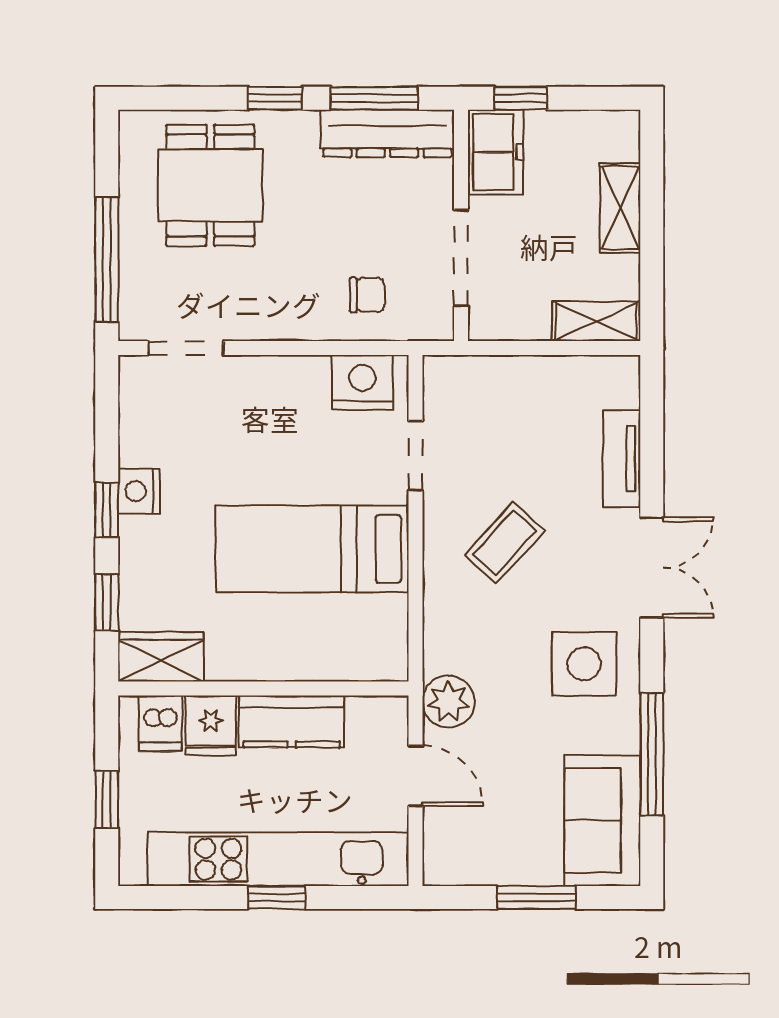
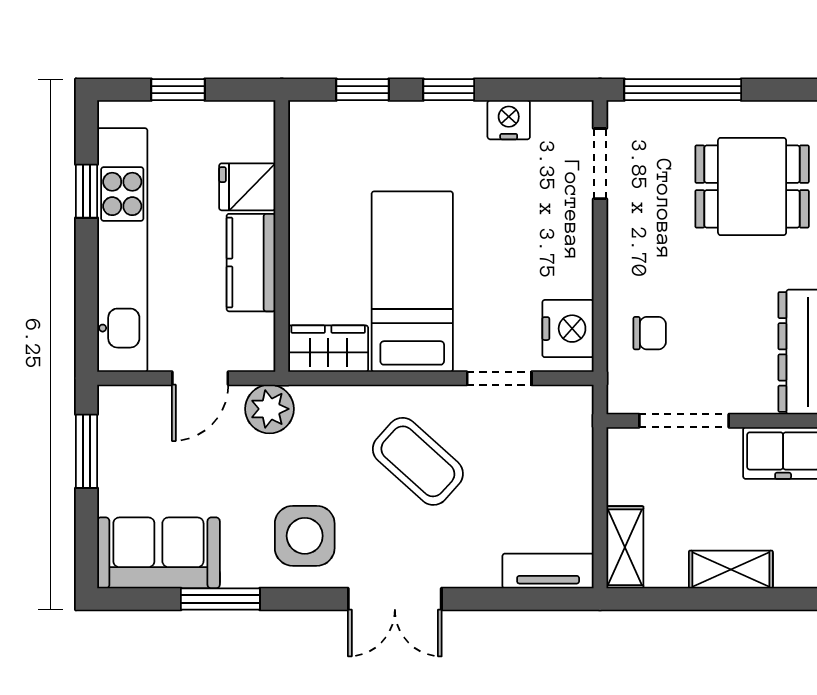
chair: (367, 295) -> (650, 333), turned -90
tv unit: (622, 459) -> (548, 571), moved
nightstand: (139, 491) -> (509, 120), moved
coffee table: (504, 543) -> (418, 461), width x1.36, depth x1.30
wardrobe: (161, 657) -> (328, 349), moved, turned -90
dishwasher: (160, 723) -> (249, 140), removed
window: (652, 754) -> (220, 599), width x0.69
window: (277, 897) -> (86, 191), moved
window: (536, 897) -> (86, 451), moved

